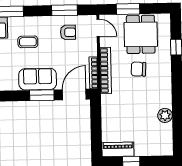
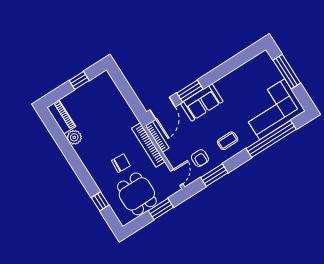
door: (98, 28) -> (177, 177), swing flipped
armchair: (68, 32) -> (200, 158), turned -90
coffee table: (28, 42) -> (228, 141), moved
piano: (118, 149) -> (61, 117), moved, turned -90

